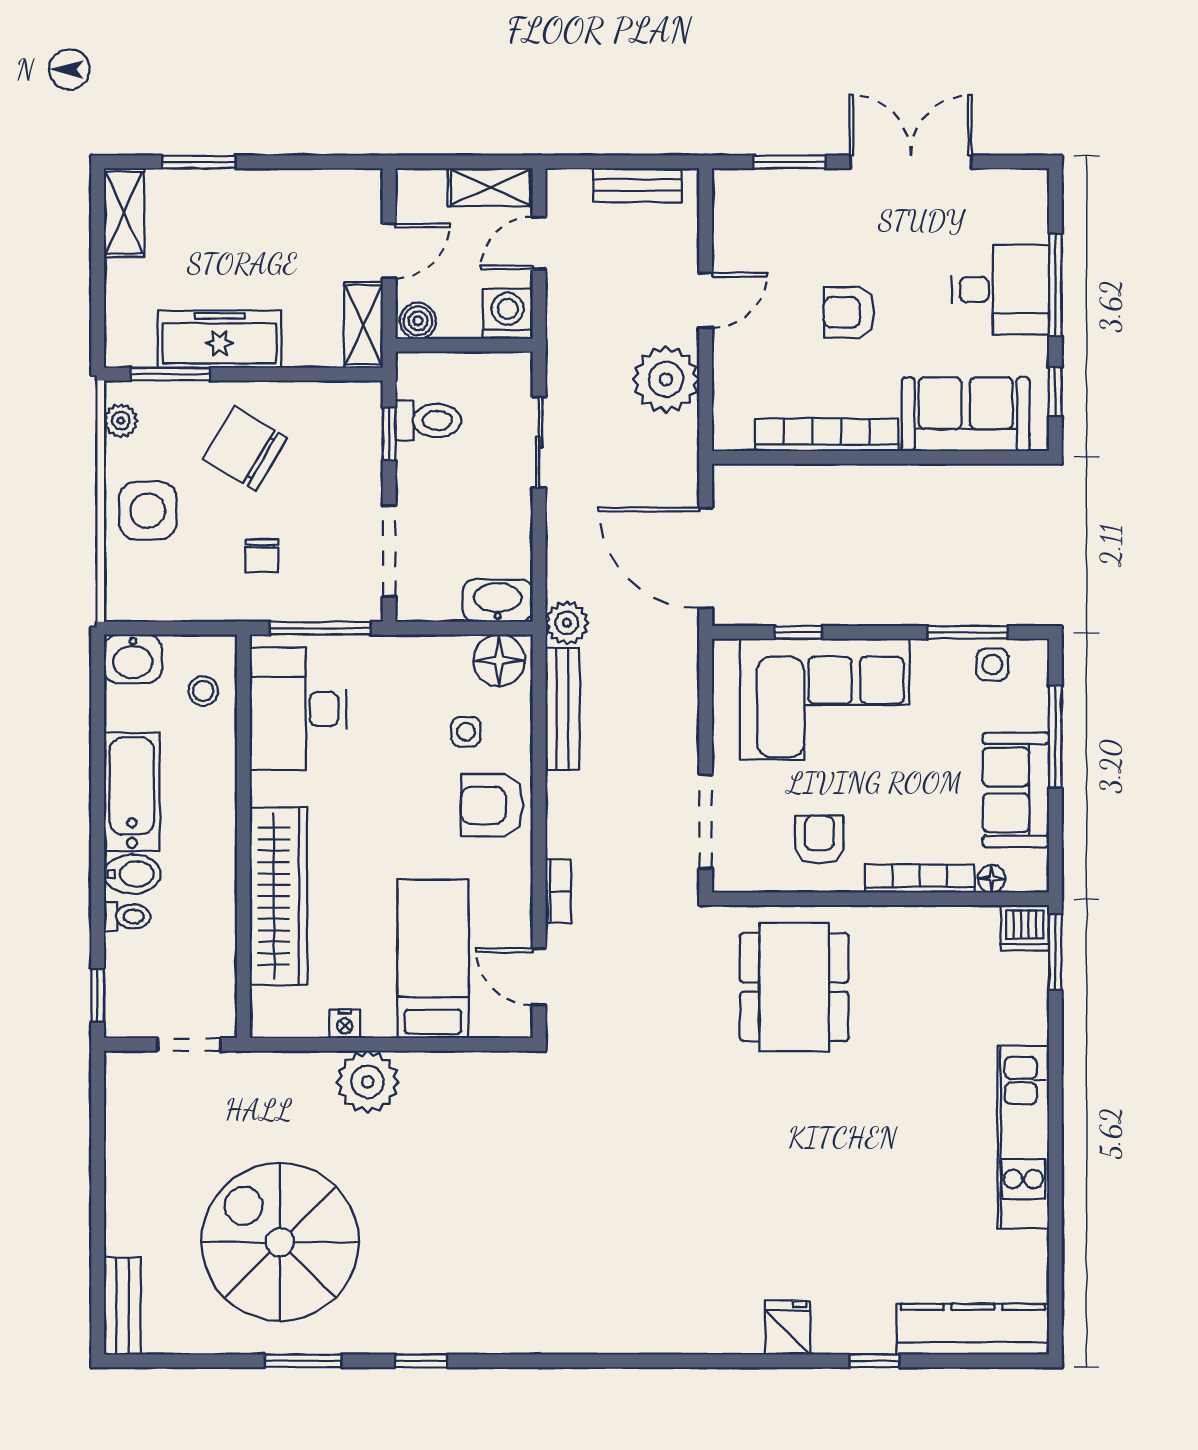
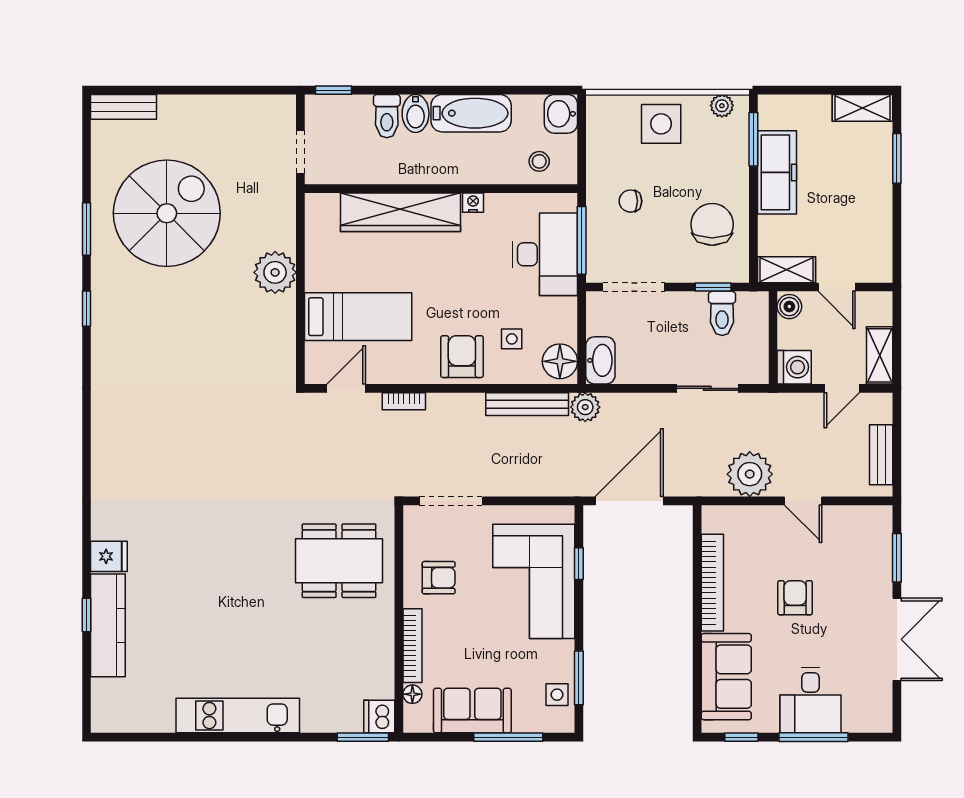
door: (539, 243) -> (842, 388), swing flipped
chair: (245, 448) -> (712, 224), moved, turned -31
desk: (298, 709) -> (545, 254), moved, turned 90
toilet: (127, 916) -> (387, 116), width x1.37, depth x1.39
nightstand: (345, 1024) -> (473, 203), moved, turned 90
kitchen counter: (973, 1329) -> (108, 625), moved

